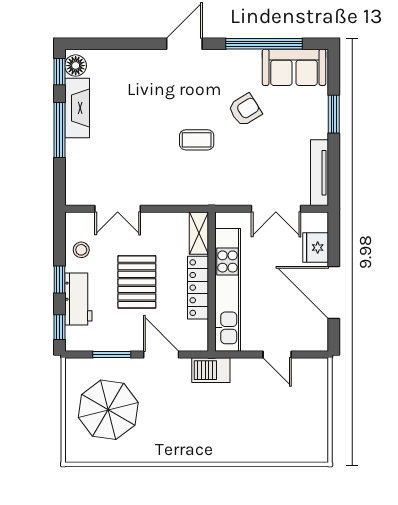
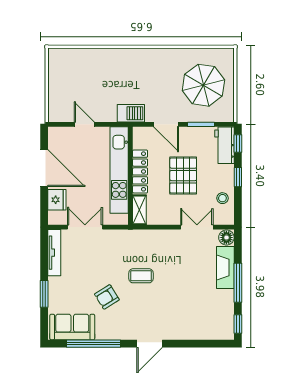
floor lamp: (76, 66) -> (226, 238), moved
fireplace: (77, 108) -> (225, 267), moved
workbench: (78, 299) -> (225, 145), moved

